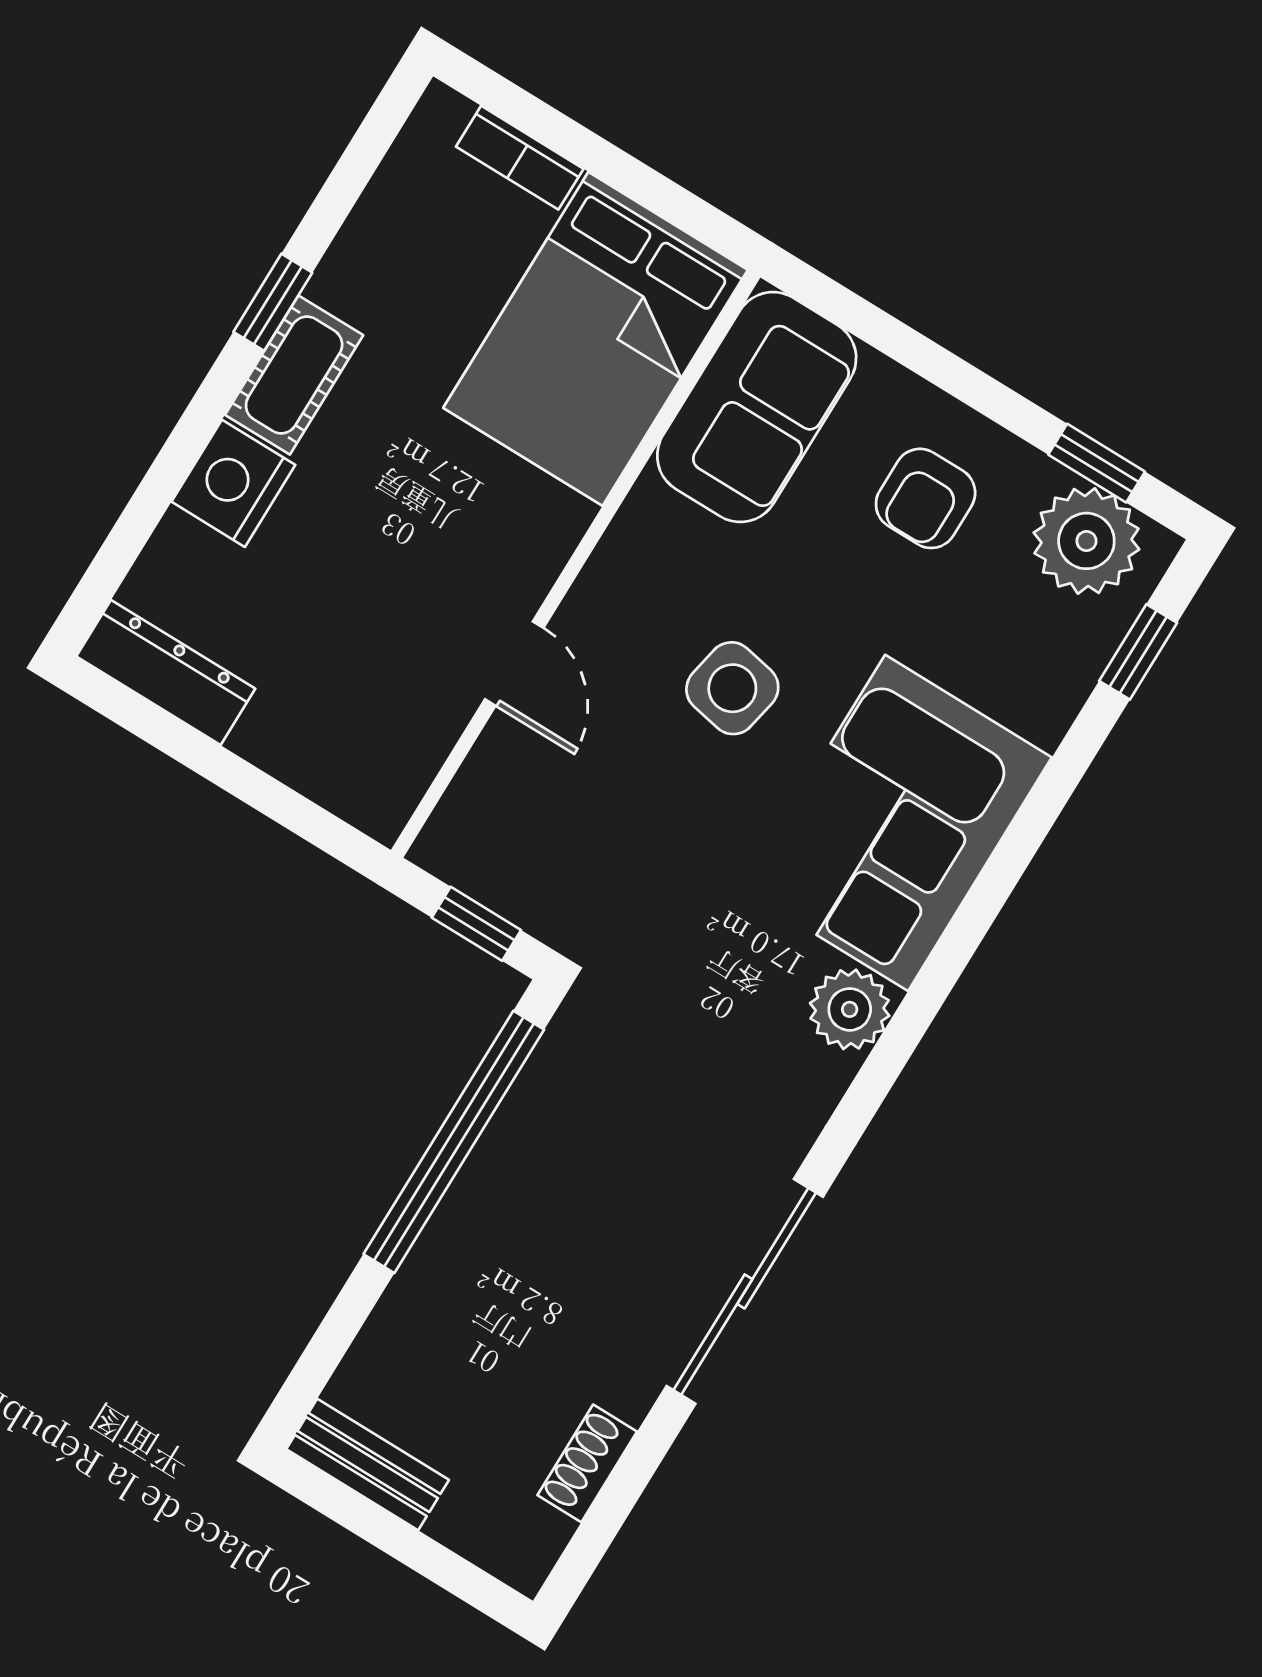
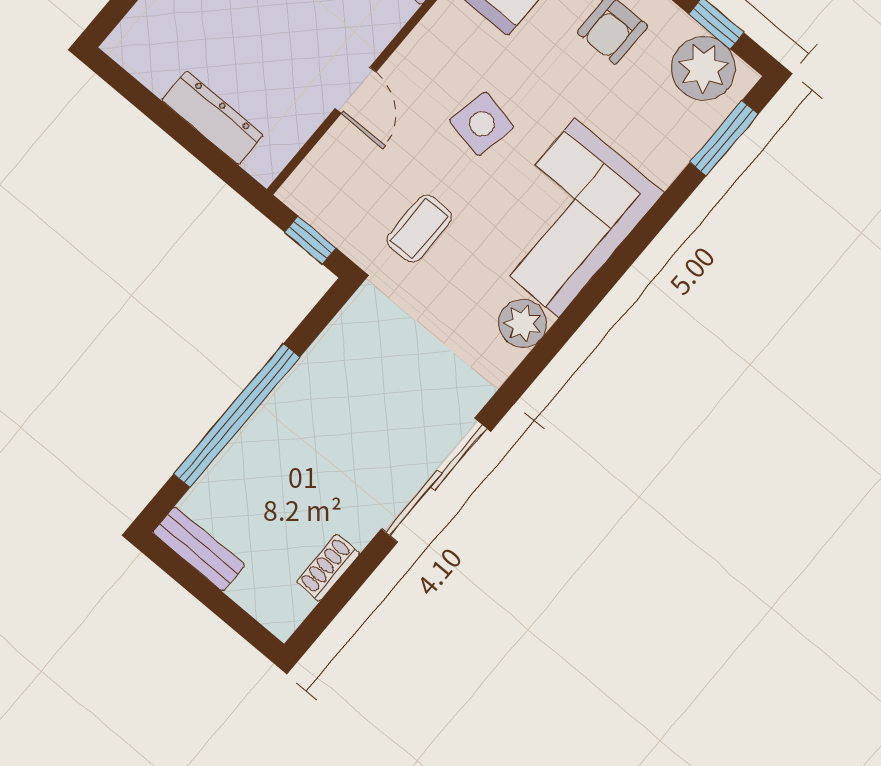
window: (1138, 652) -> (724, 138), width x1.50
dresser: (166, 673) -> (212, 118), moved
coffee table: (654, 878) -> (419, 229), added
window: (454, 1142) -> (237, 415), moved

